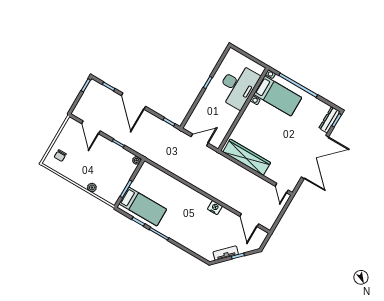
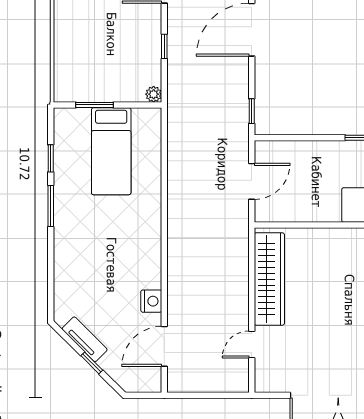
door: (200, 140) -> (252, 181), hinge flipped
plant: (92, 188) -> (63, 45), removed
door: (282, 188) -> (252, 345), moved
bed: (143, 207) -> (111, 151), moved
nightstand: (215, 208) -> (151, 301), moved

